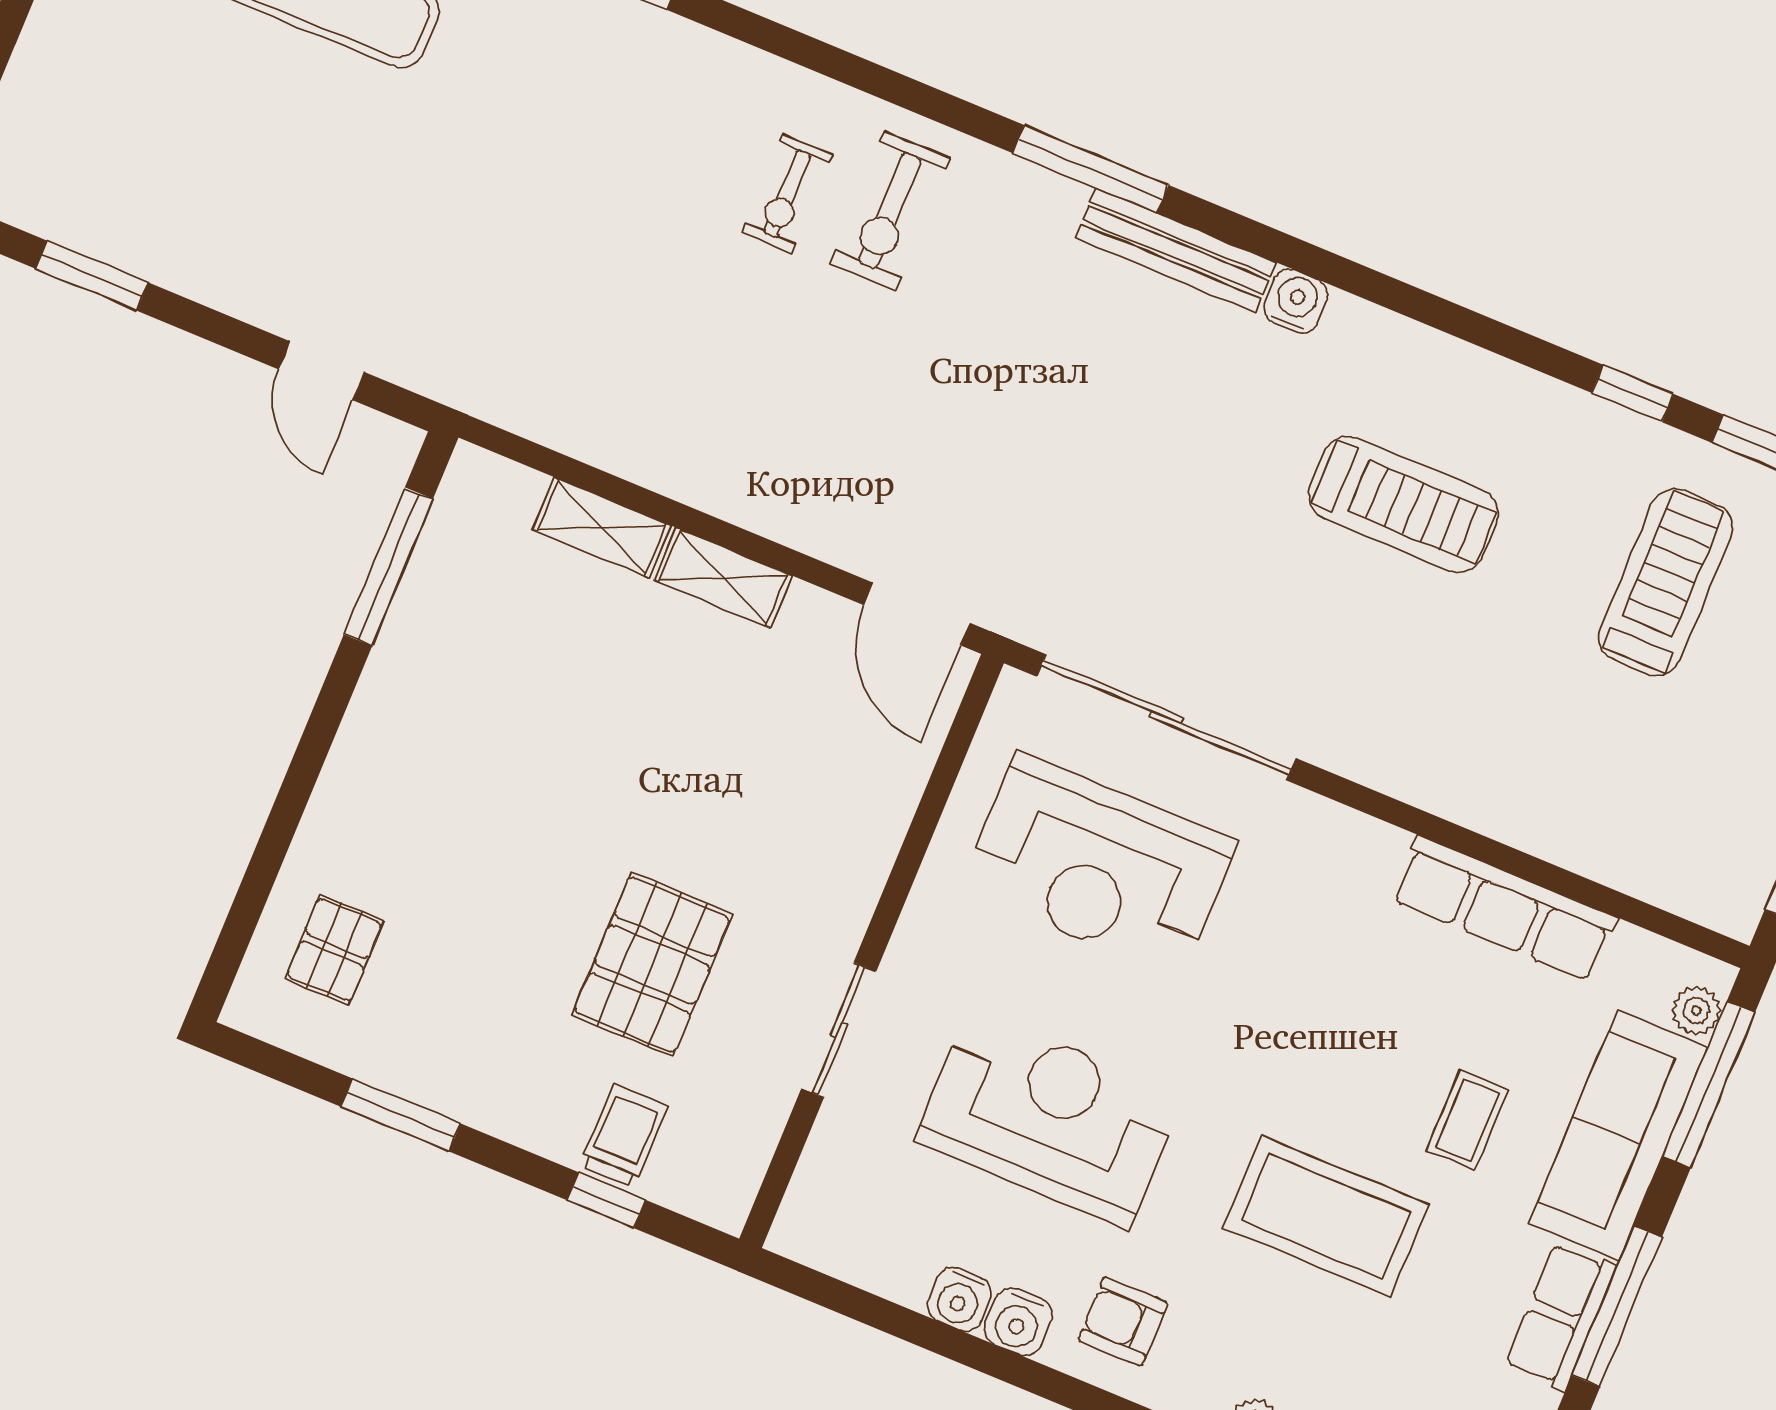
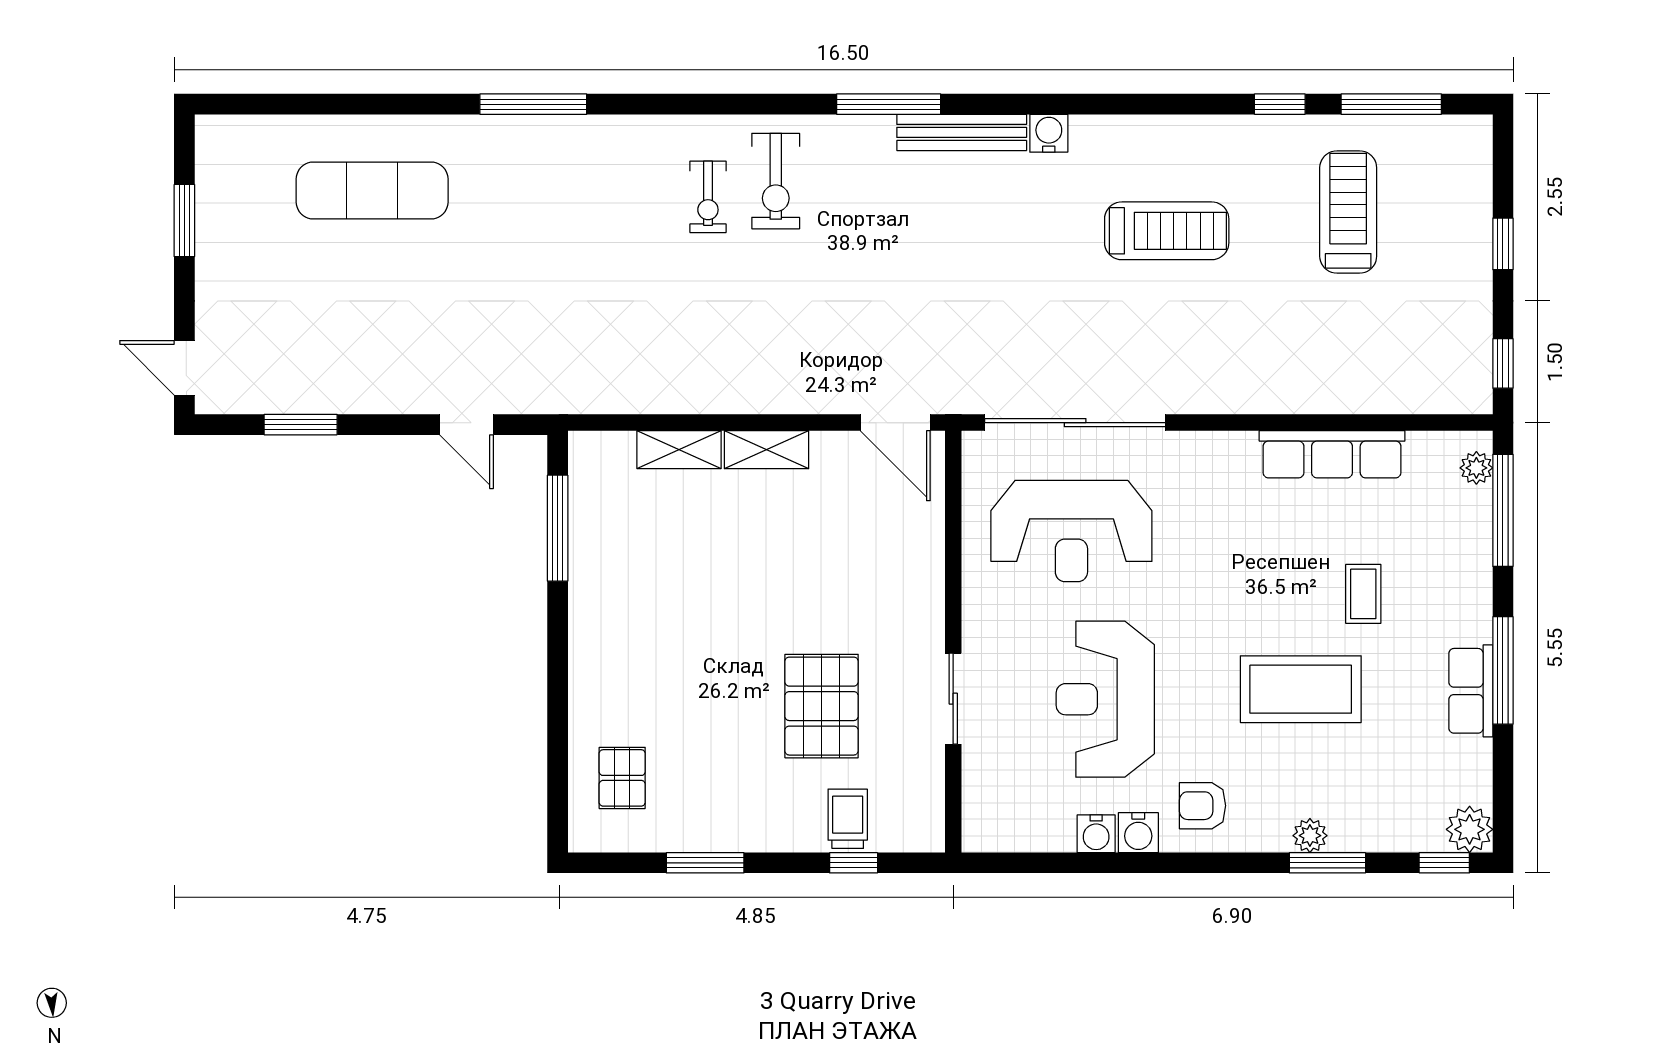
reception desk: (1049, 1118) -> (1105, 699), turned -90
sofa: (1618, 1135) -> (1460, 565), removed

